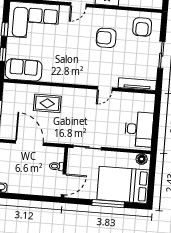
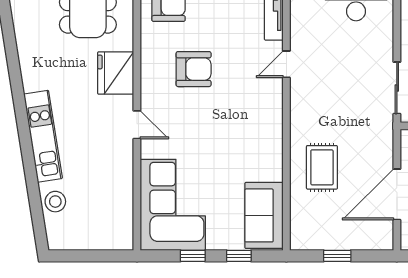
armchair: (106, 38) -> (194, 69), turned -90
door: (105, 88) -> (286, 64), swing flipped

